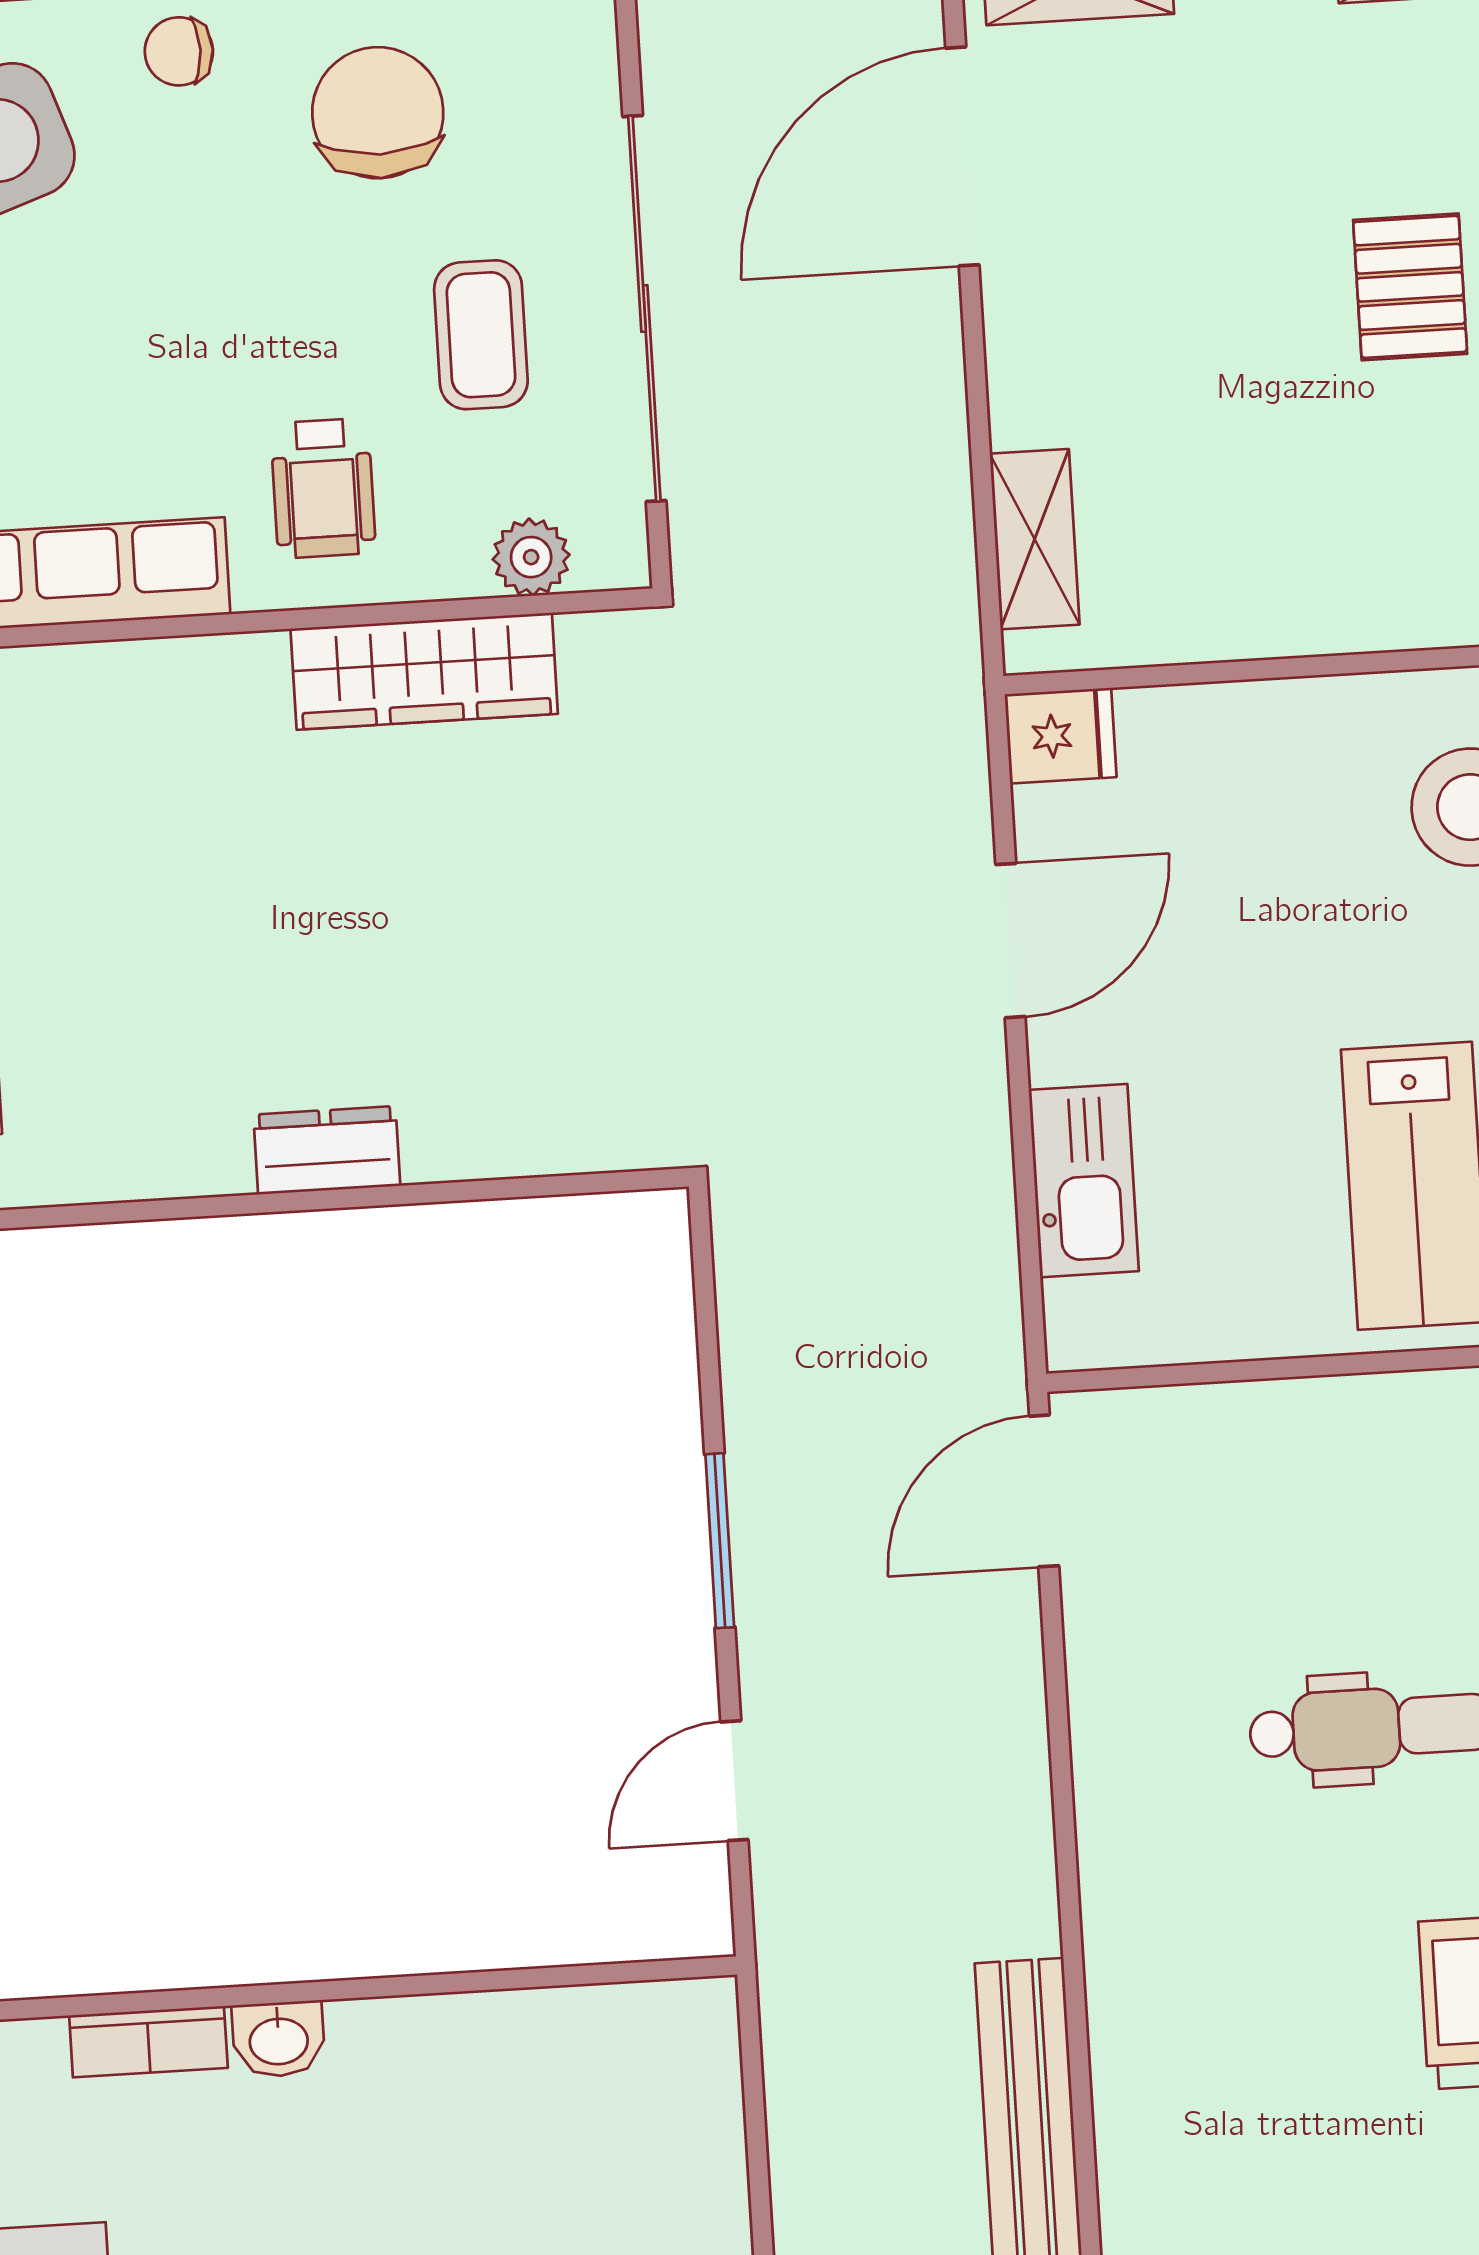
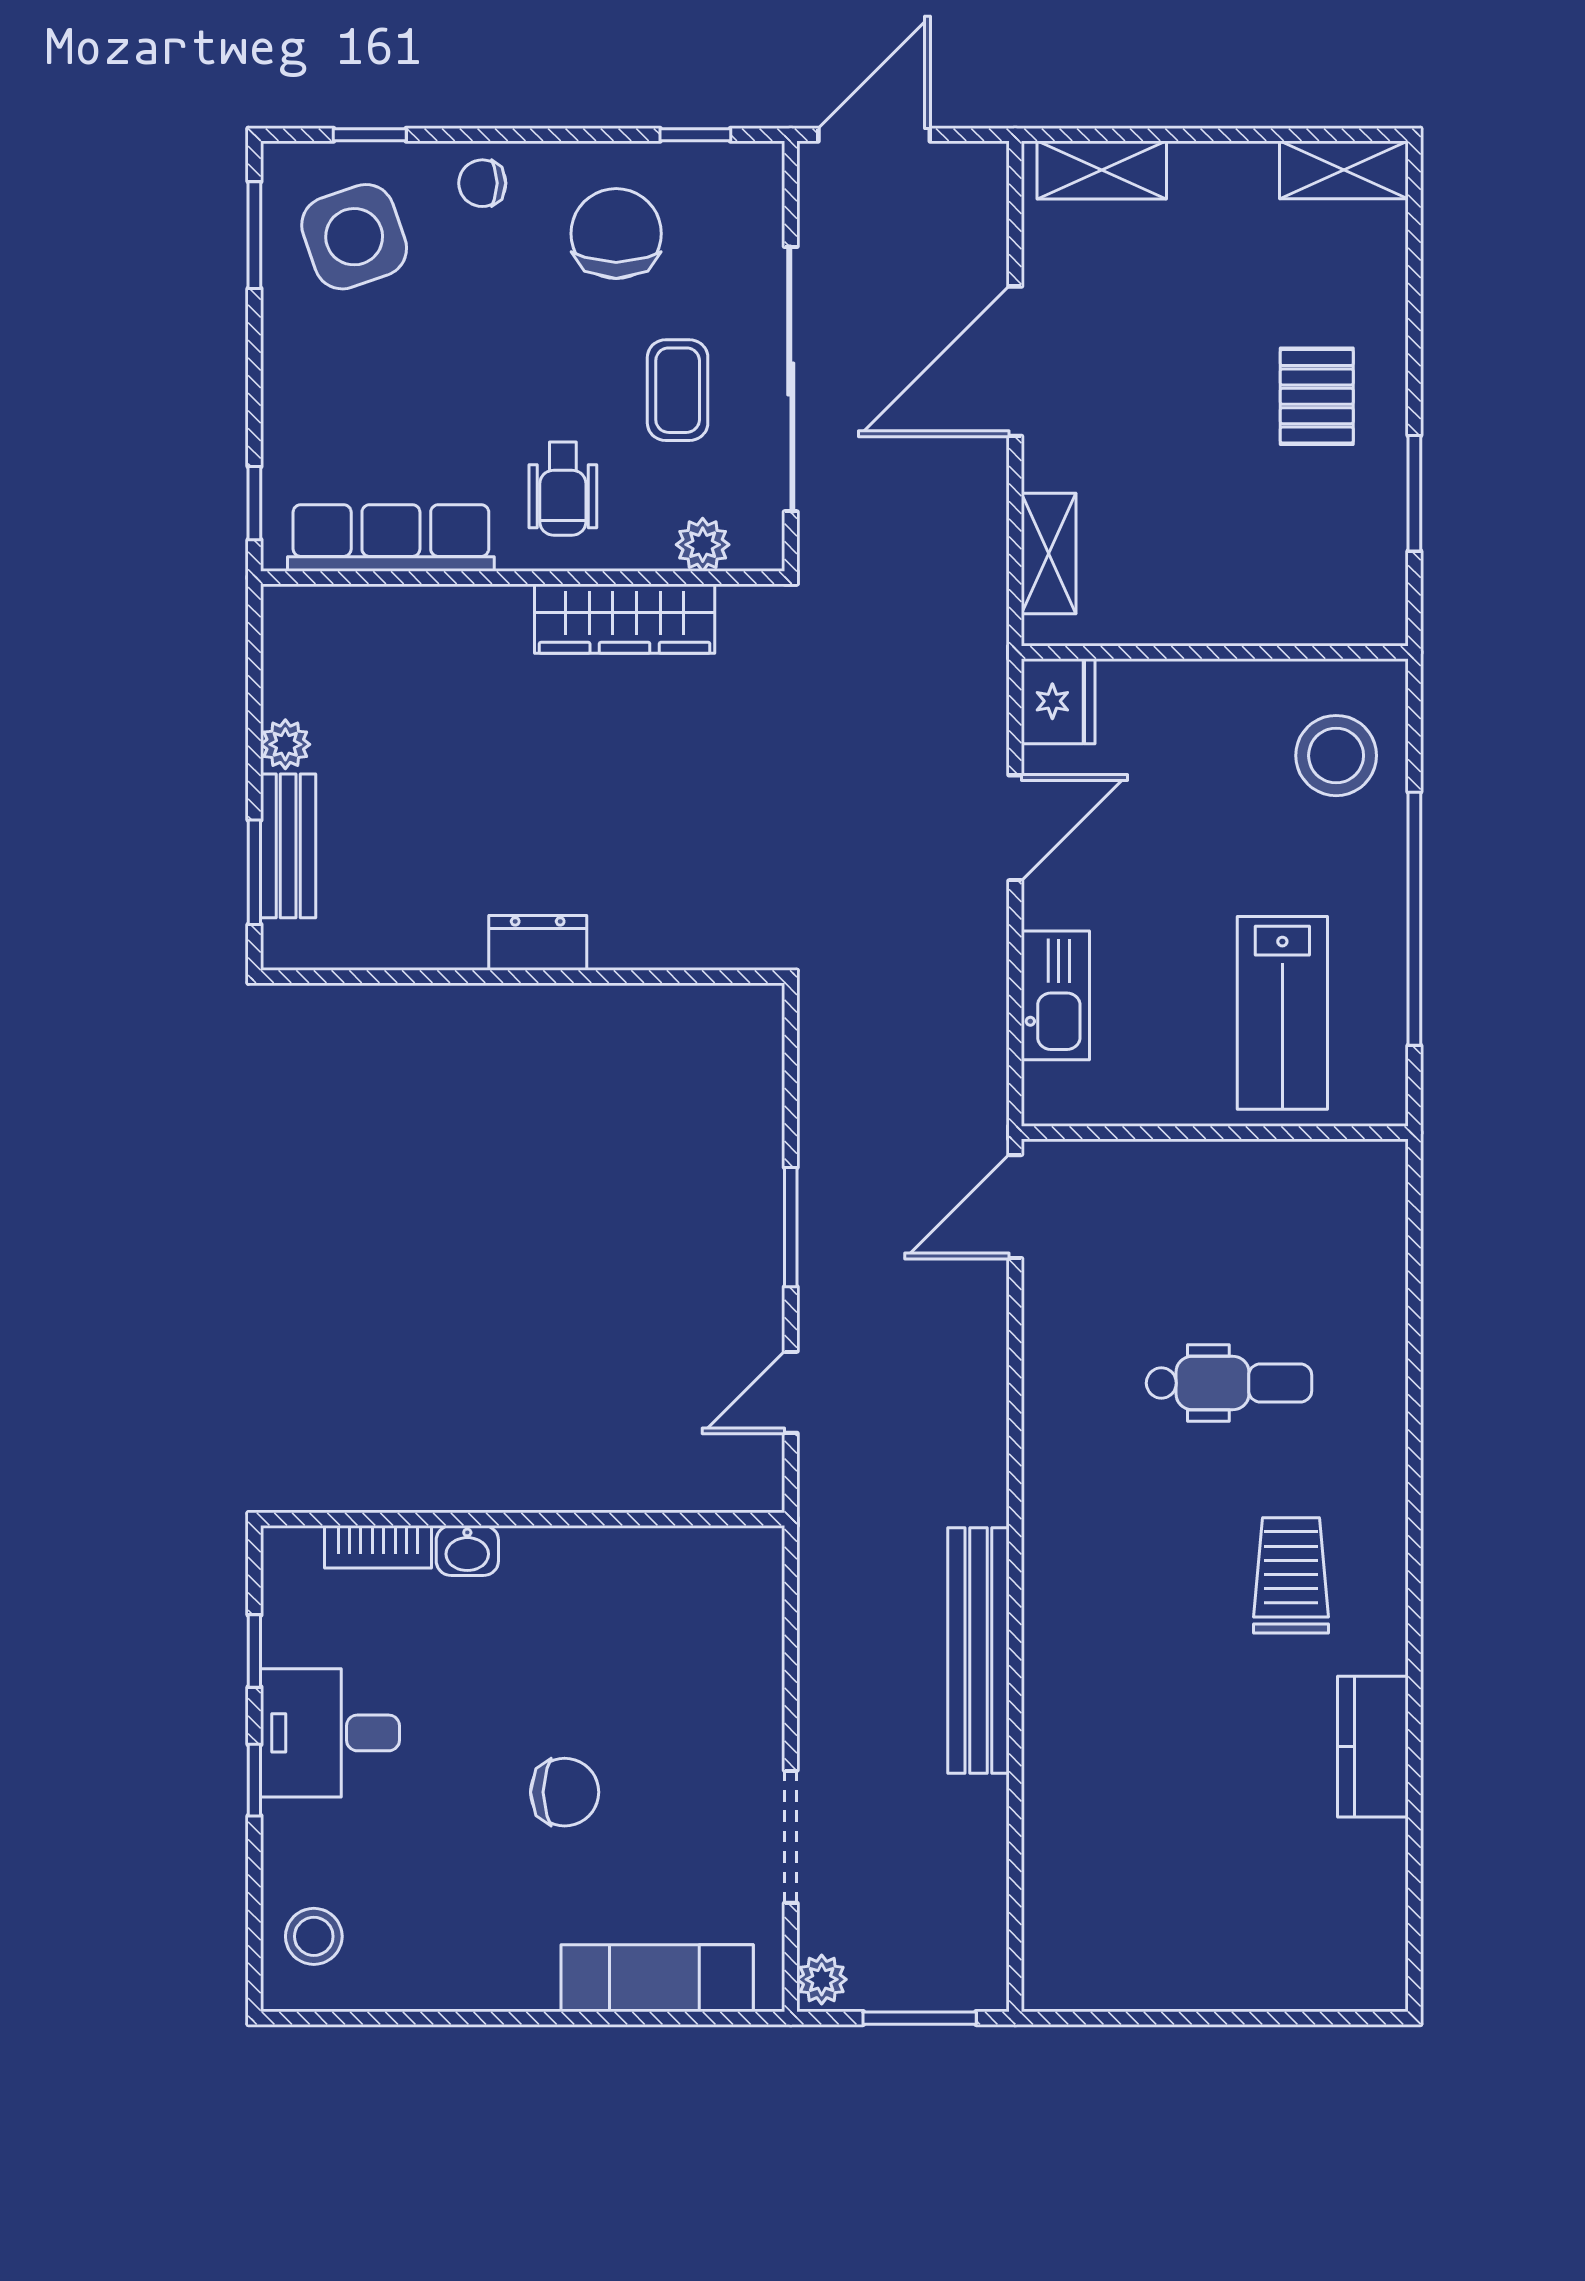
door: (962, 156) -> (1015, 361), moved
fridge: (1061, 736) -> (1058, 701), width x1.38

